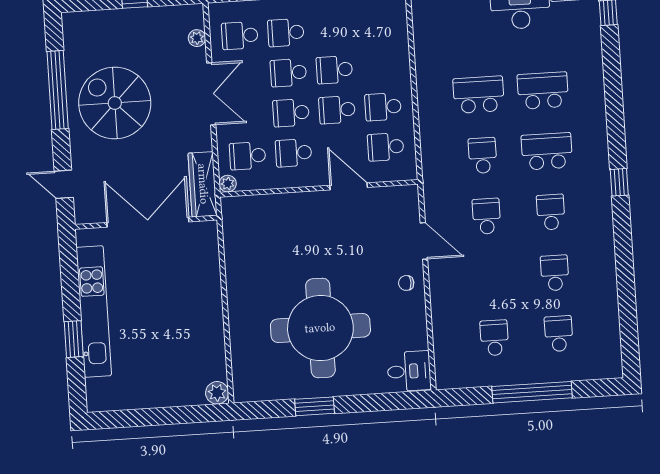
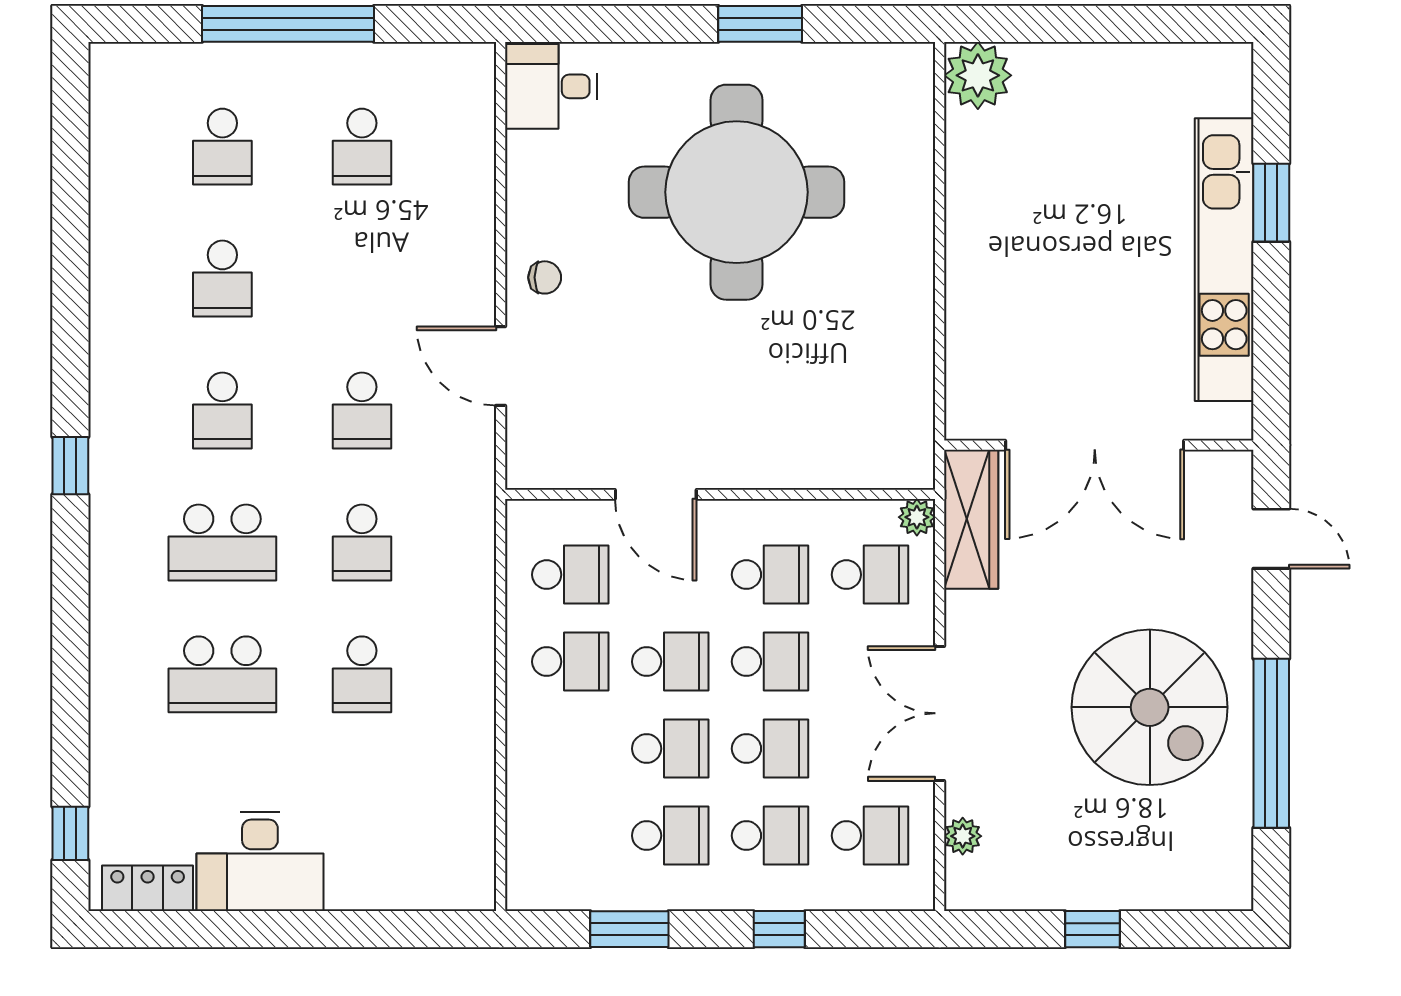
school desk: (332, 30) -> (670, 836), added
school desk: (479, 95) -> (362, 674), width x0.54
plant: (217, 393) -> (978, 75), width x1.36, depth x1.36

